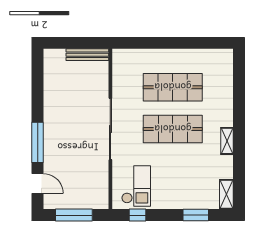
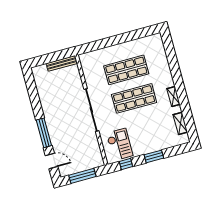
shelving: (226, 194) -> (180, 123), moved
window: (196, 215) -> (154, 156), moved

